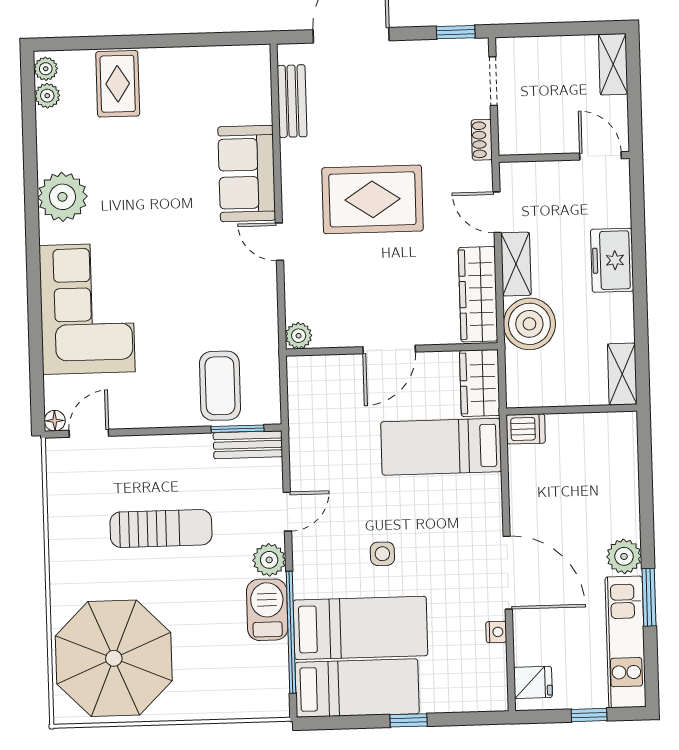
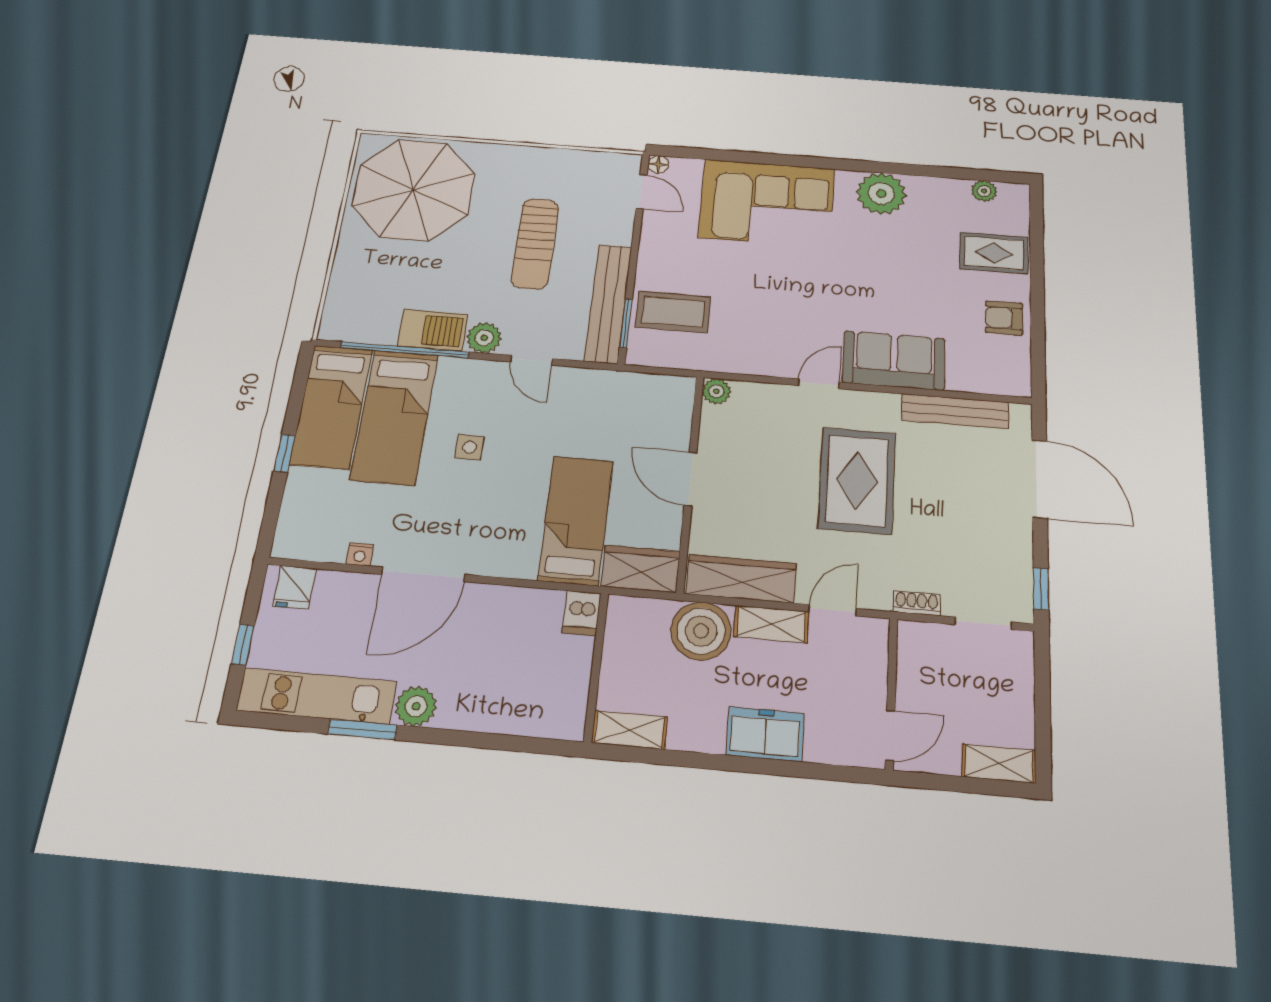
plant: (46, 69) -> (1011, 192), removed
armchair: (189, 72) -> (1004, 318), added
bench: (292, 101) -> (955, 411), width x1.36
bench: (248, 445) -> (608, 303), width x1.86, depth x1.21

